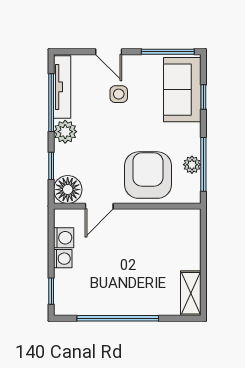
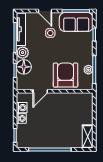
sofa: (182, 90) -> (76, 22), moved, turned -90
floor lamp: (68, 190) -> (24, 67), moved

